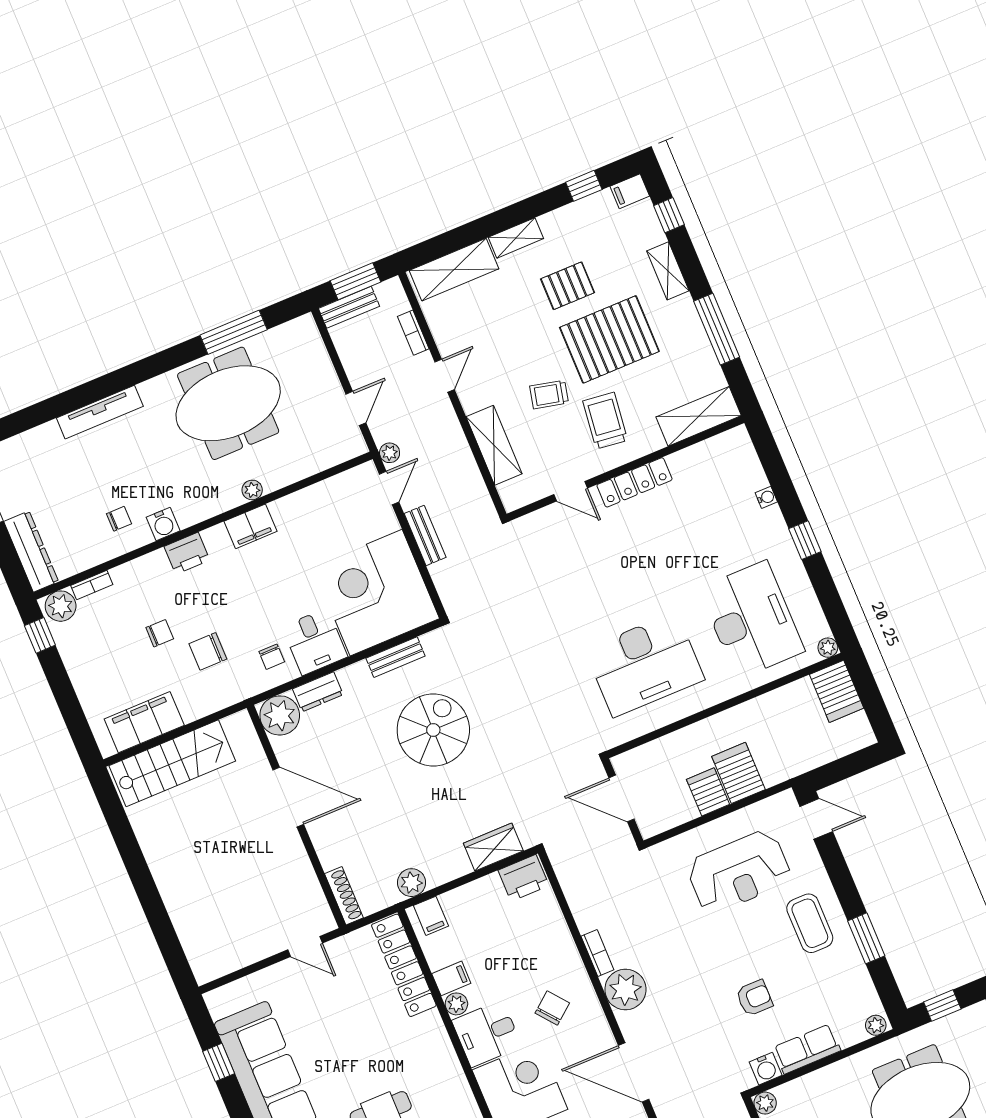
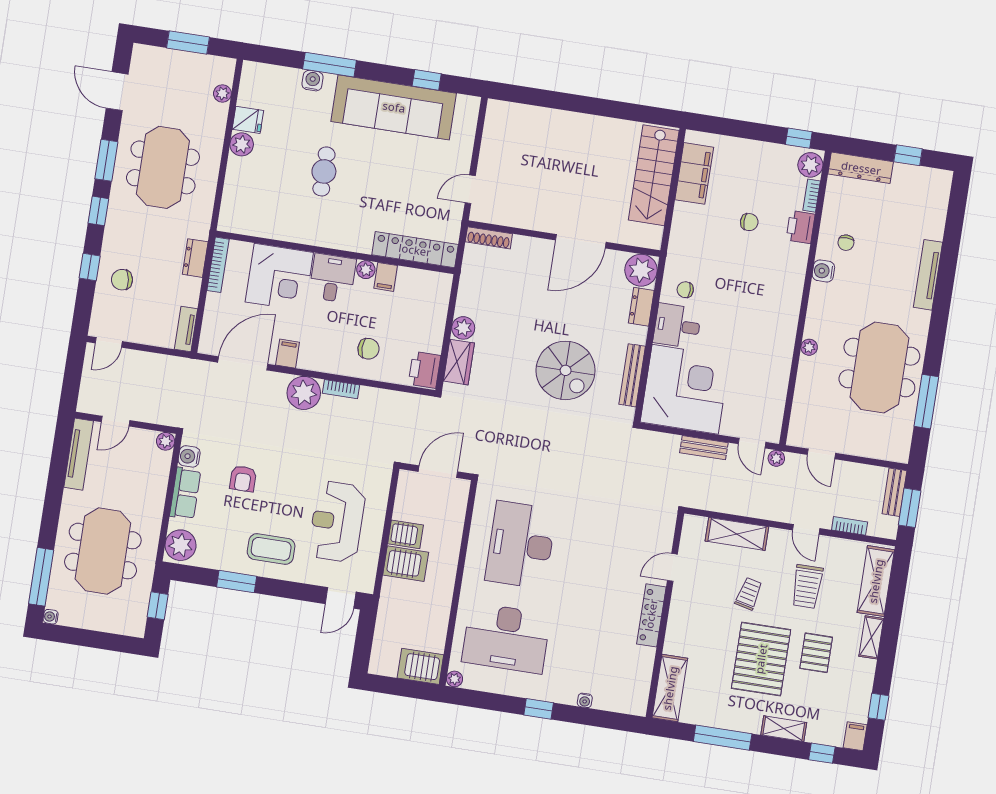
trolley: (605, 421) -> (807, 586), moved, turned 83
filing cabinet: (251, 526) -> (785, 331), removed
printer: (187, 553) -> (801, 227), moved
chair: (160, 633) -> (749, 222), turned -90
chair: (208, 651) -> (716, 248), removed
bench: (396, 657) -> (632, 375), width x1.36
plant: (411, 883) -> (463, 328), moved
filing cabinet: (431, 916) -> (288, 354), moved, turned 90
chair: (552, 1008) -> (369, 349), moved, turned -51
plant: (876, 1025) -> (181, 545), width x1.88, depth x1.88

